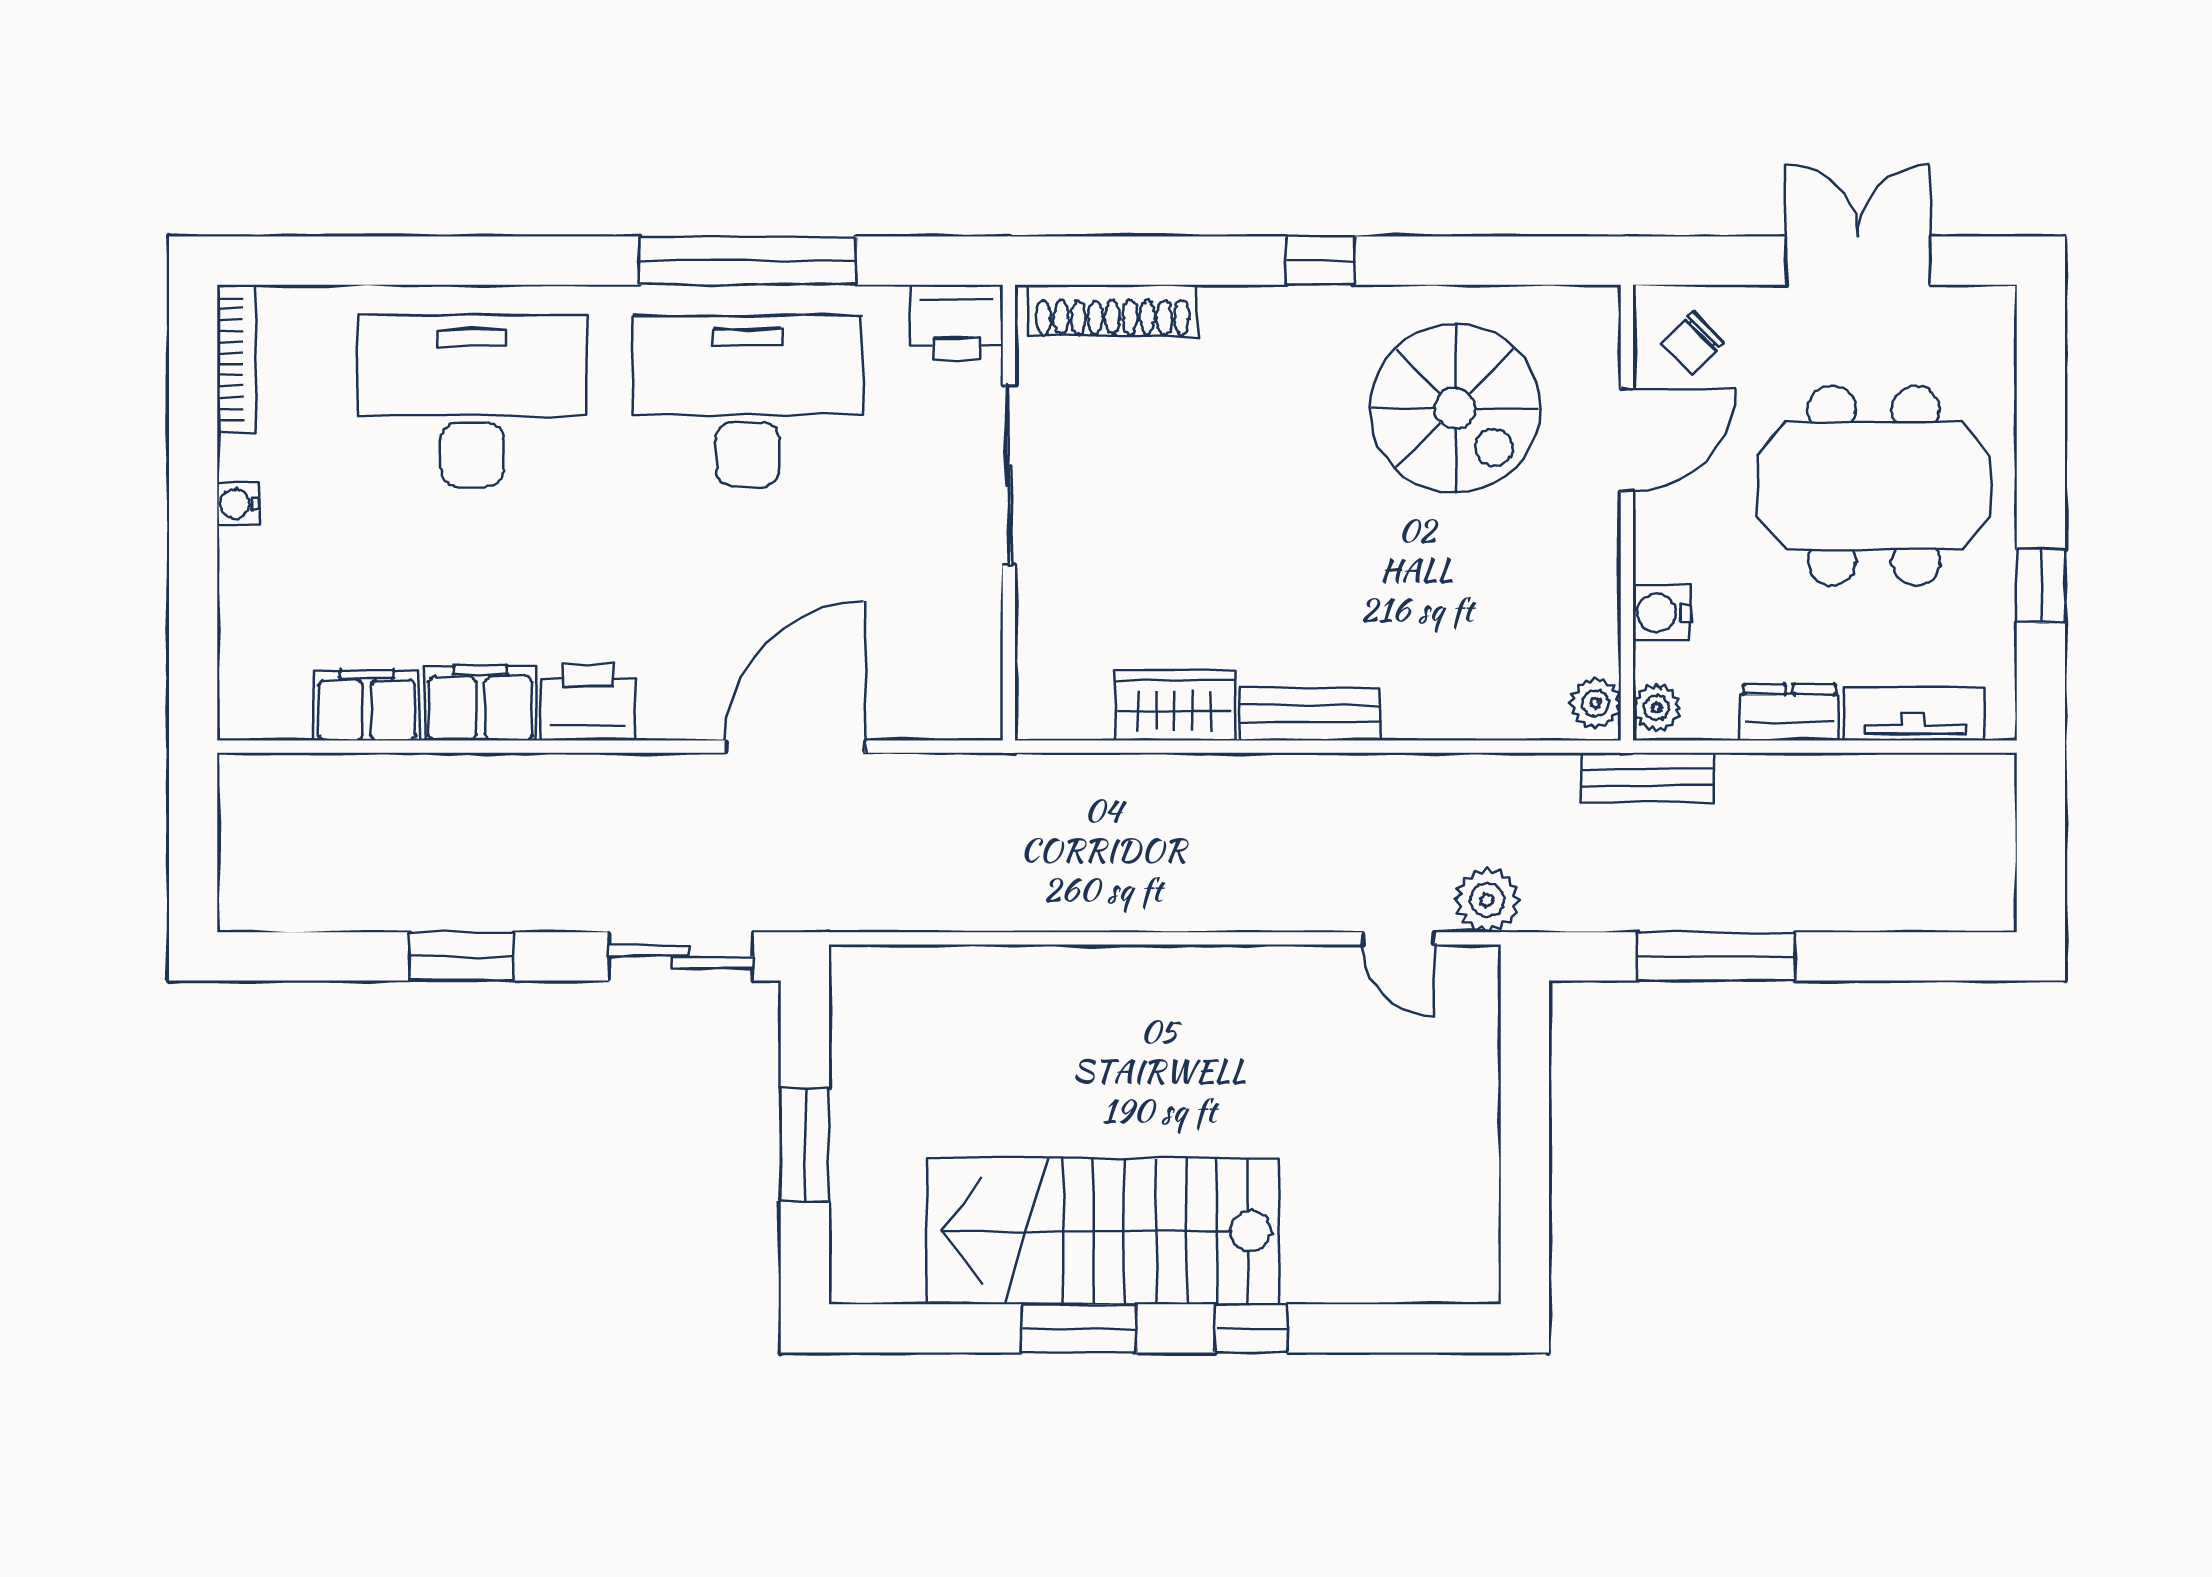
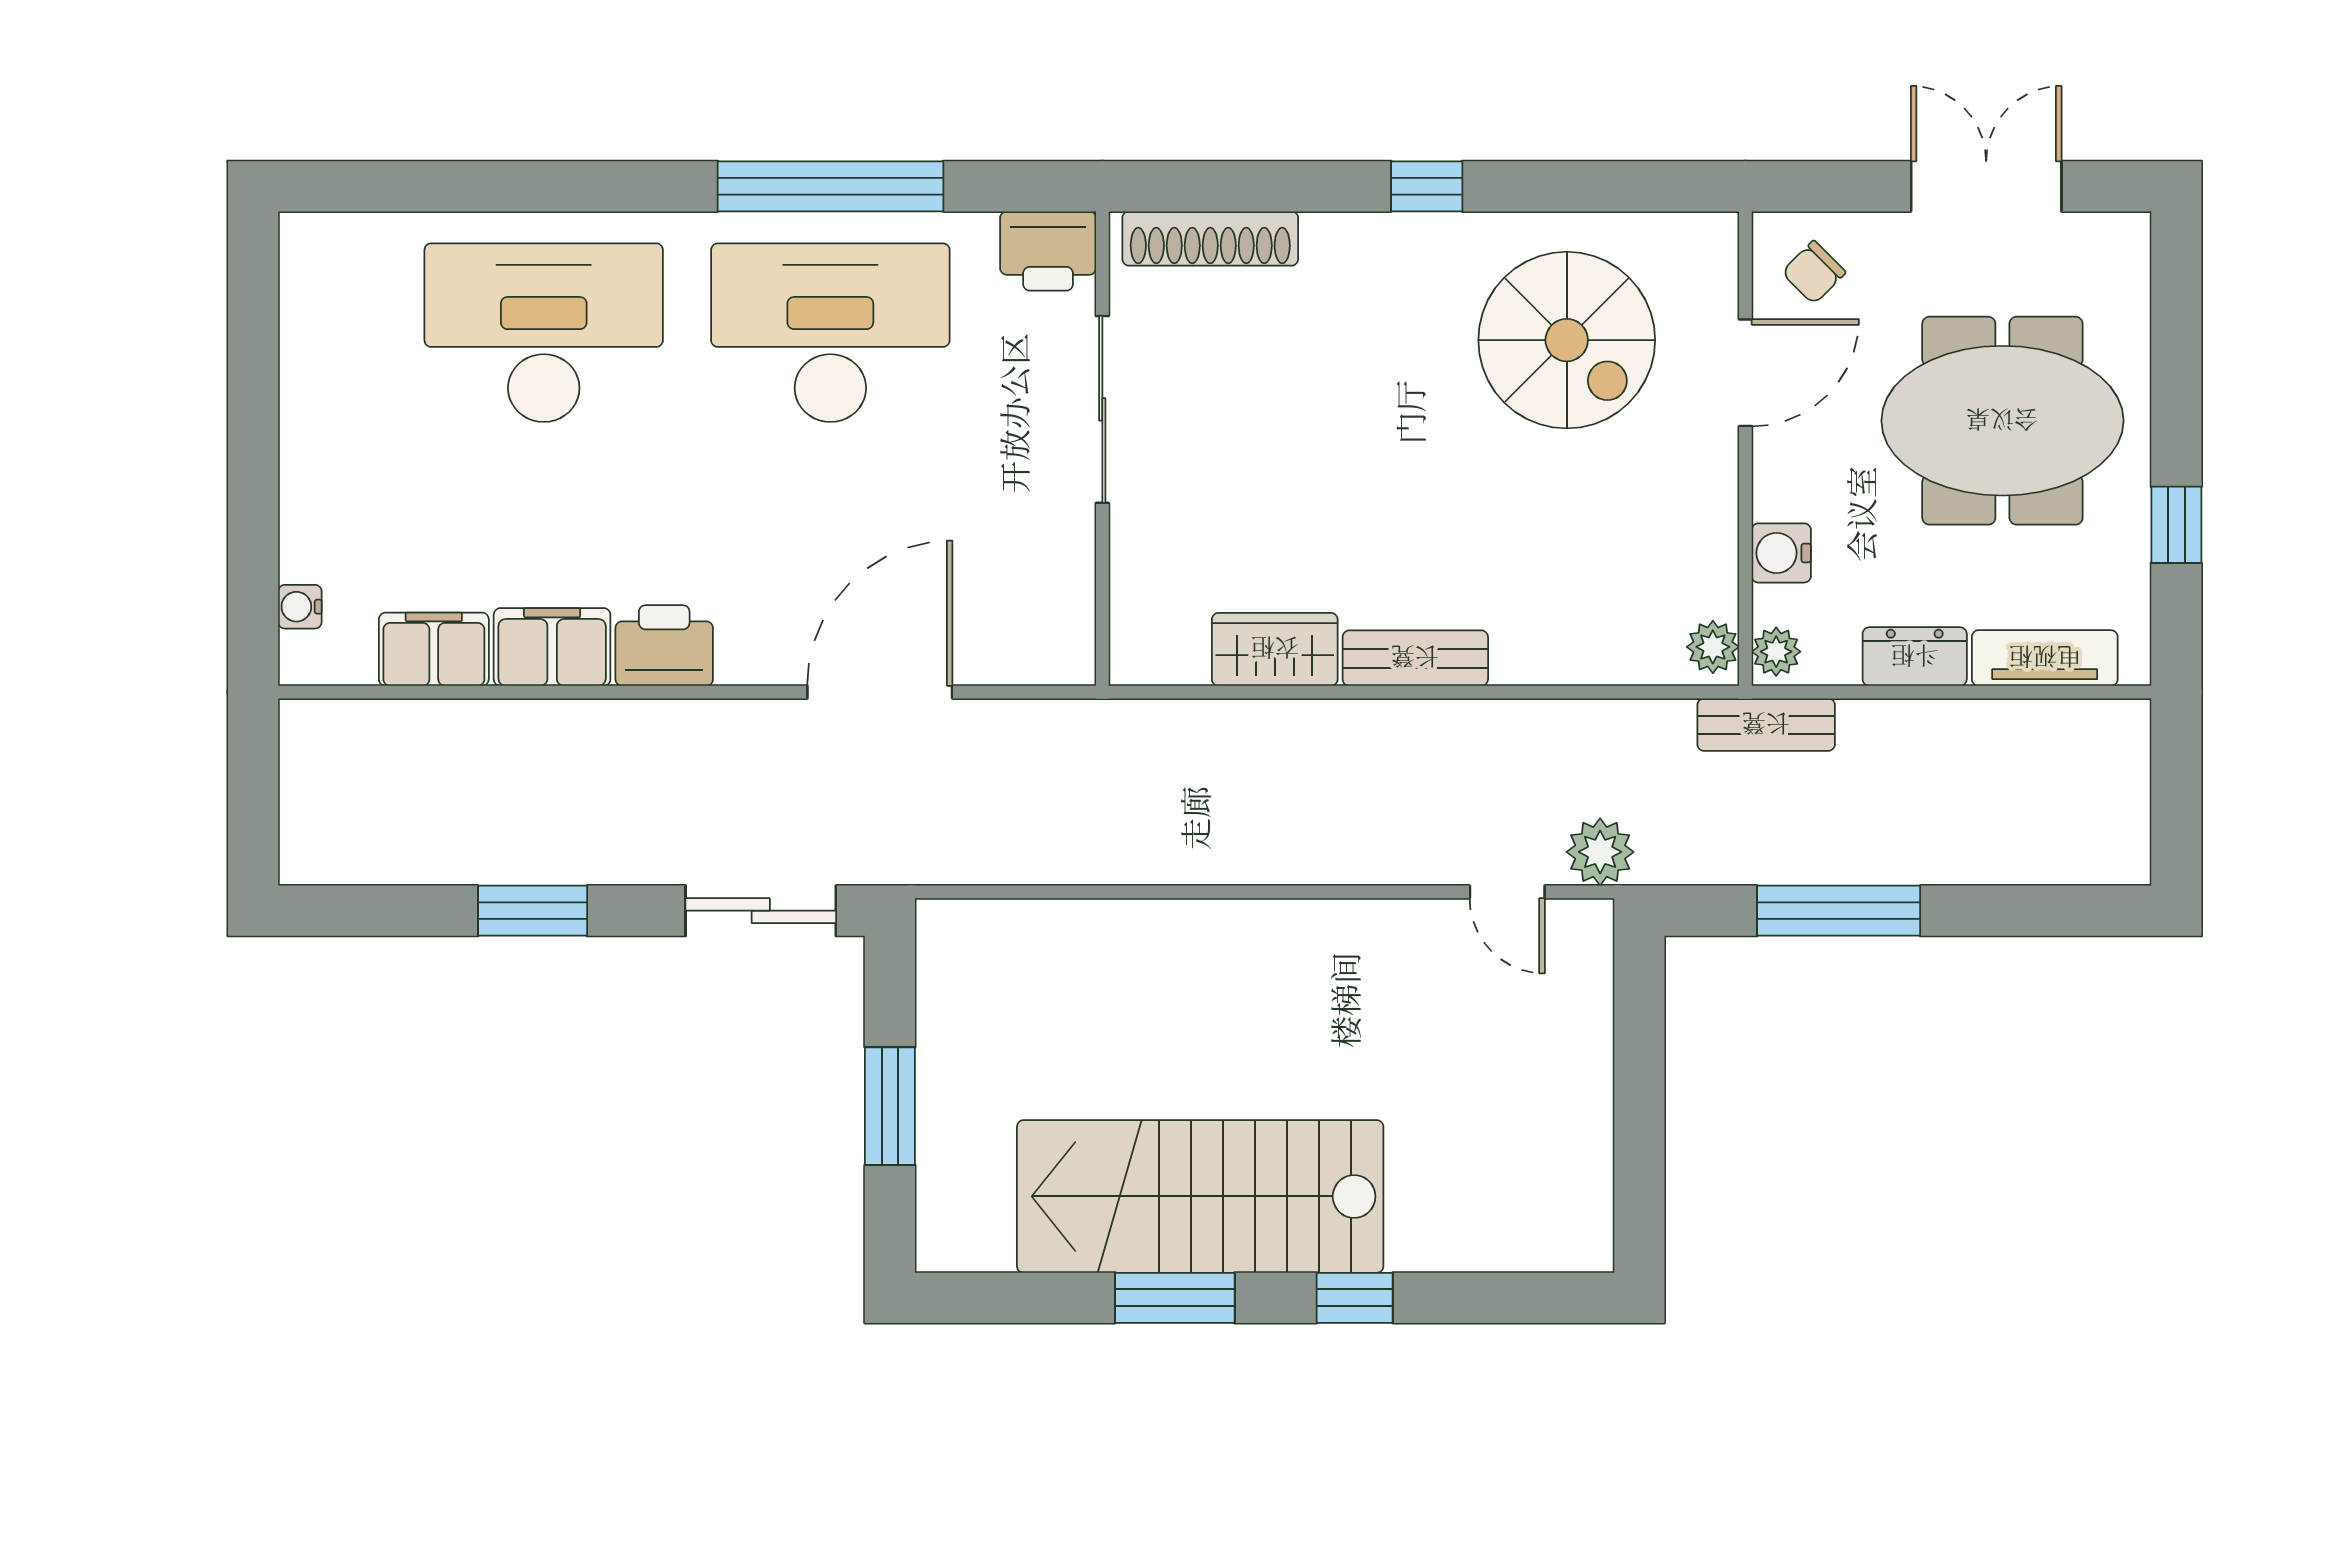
bookcase: (236, 359) -> (298, 288), removed
water cooler: (238, 504) -> (300, 607), moved

